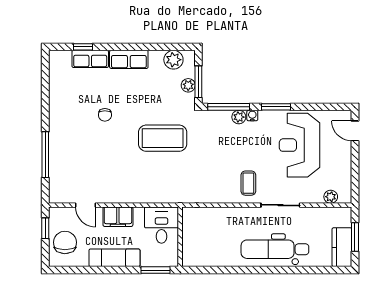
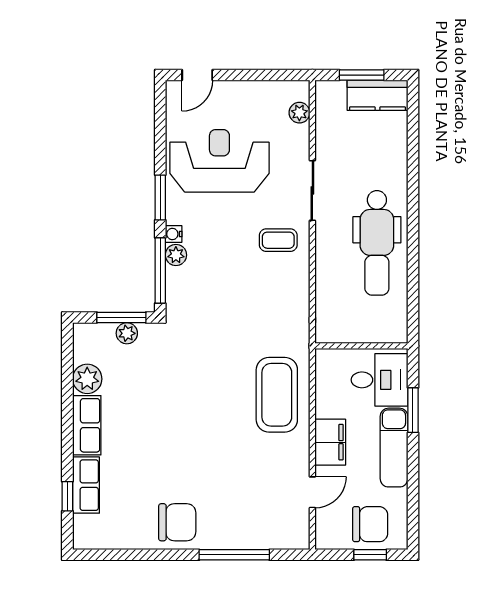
plant: (173, 60) -> (87, 379), moved
chair: (105, 115) -> (177, 522), moved, width x1.87, depth x1.87
coffee table: (163, 138) -> (277, 395), moved
reception desk: (300, 145) -> (219, 161), turned 180
desk: (161, 225) -> (379, 380), moved, turned 180
window: (45, 228) -> (370, 555), moved
chair: (65, 242) -> (370, 524), turned 180
dental chair: (275, 249) -> (377, 243), moved
window: (156, 270) -> (413, 410), moved

